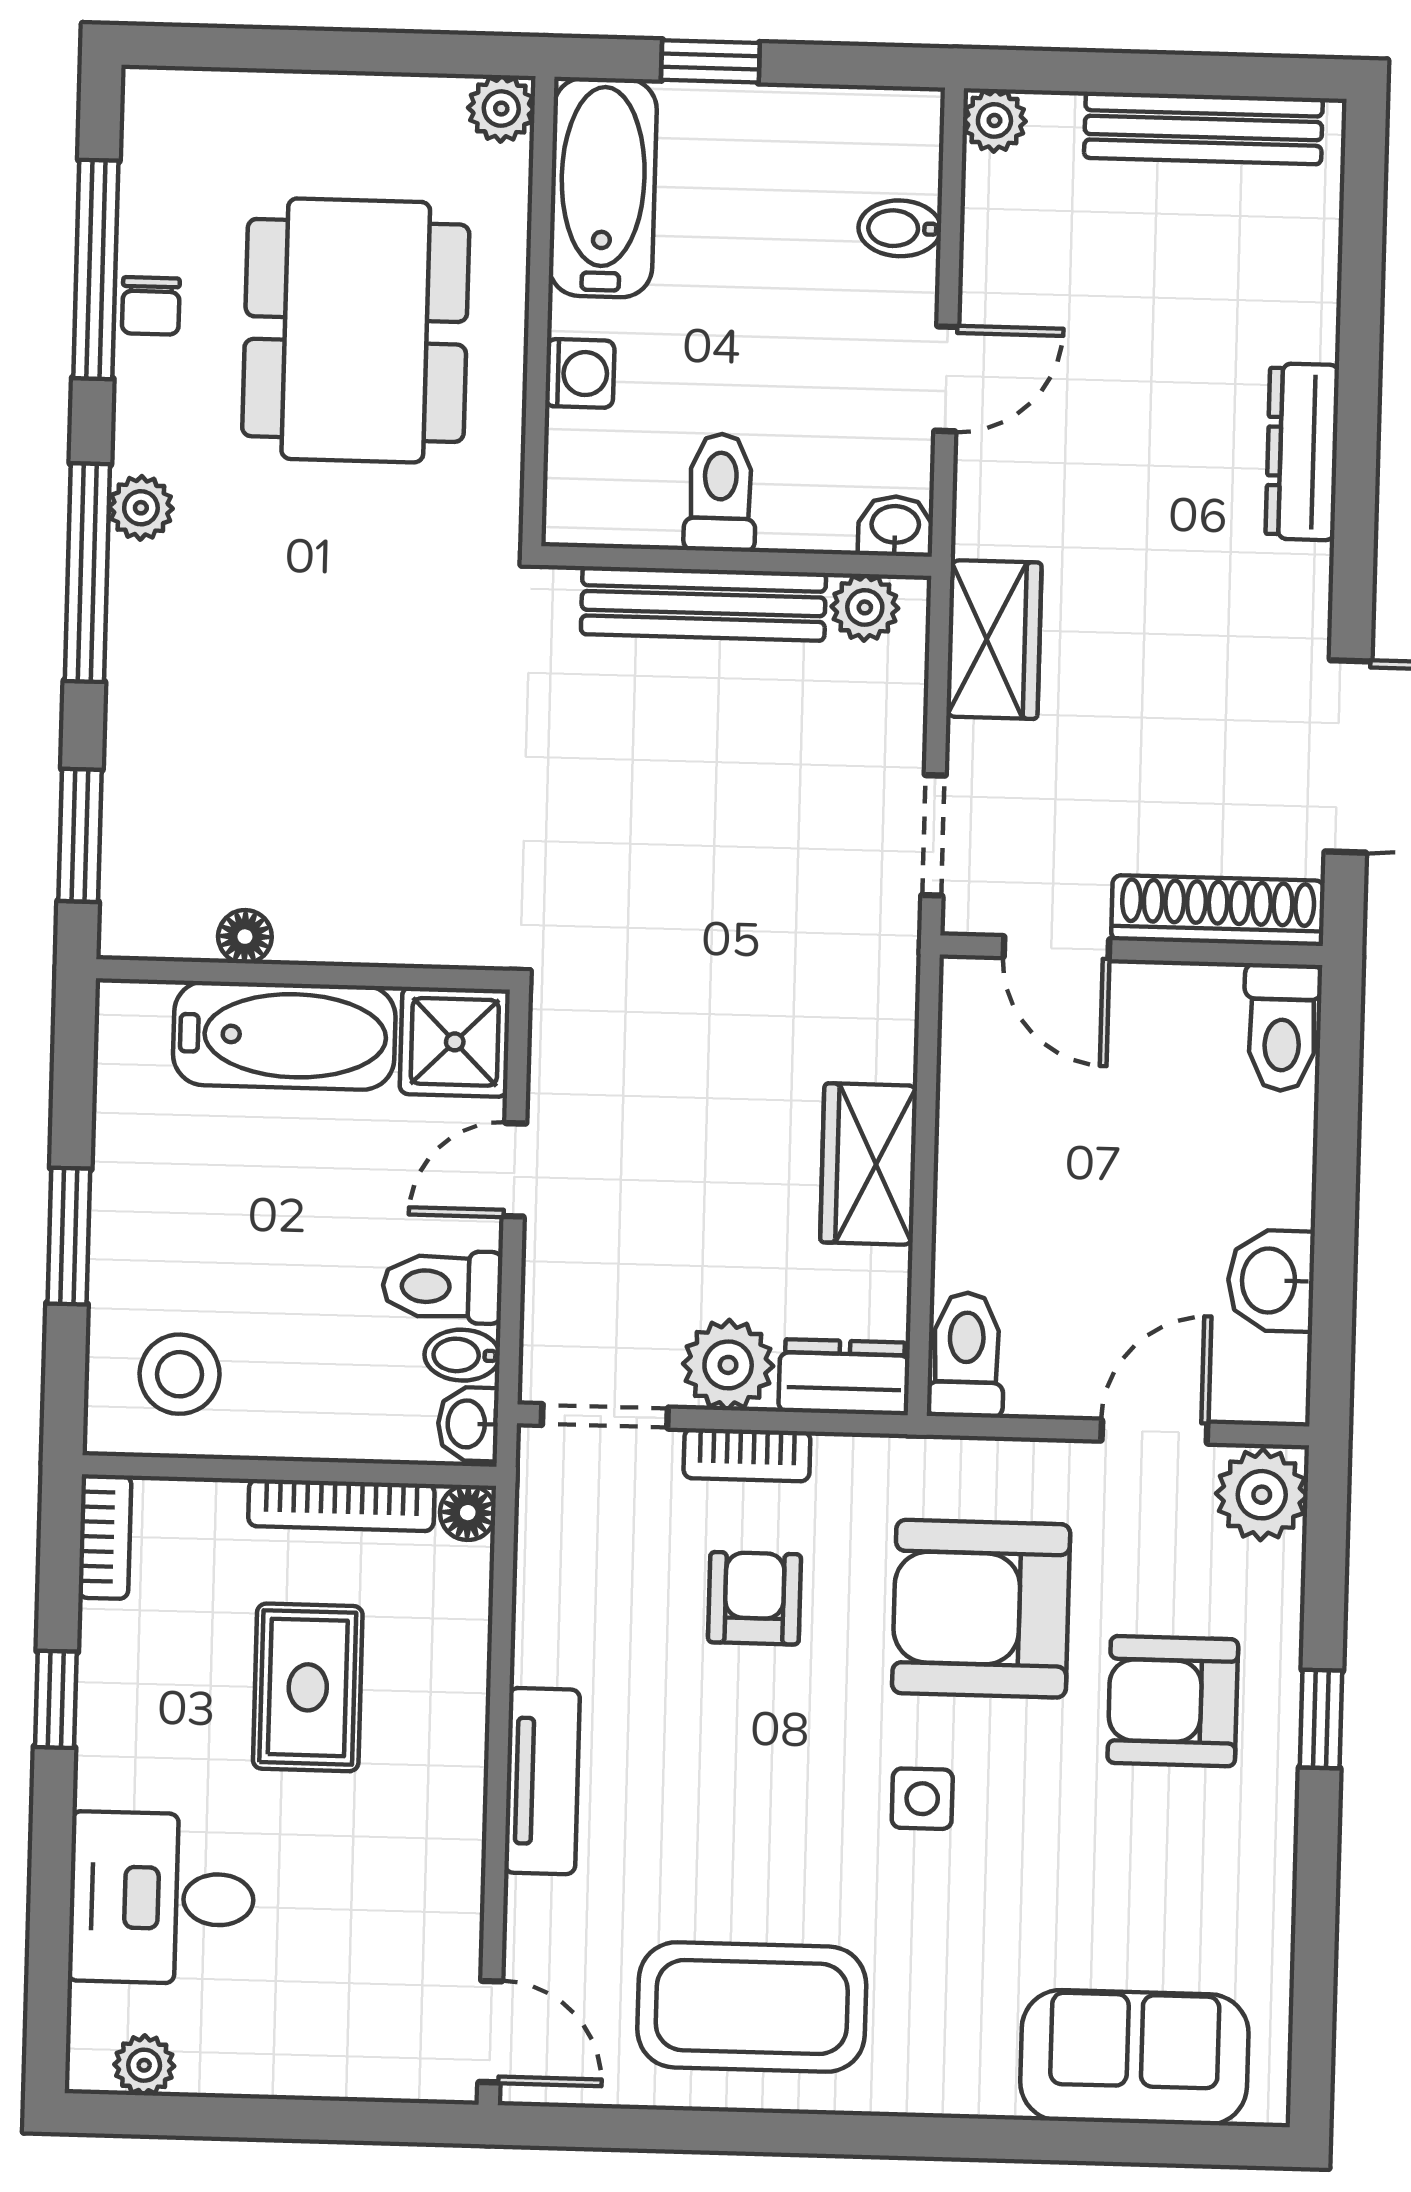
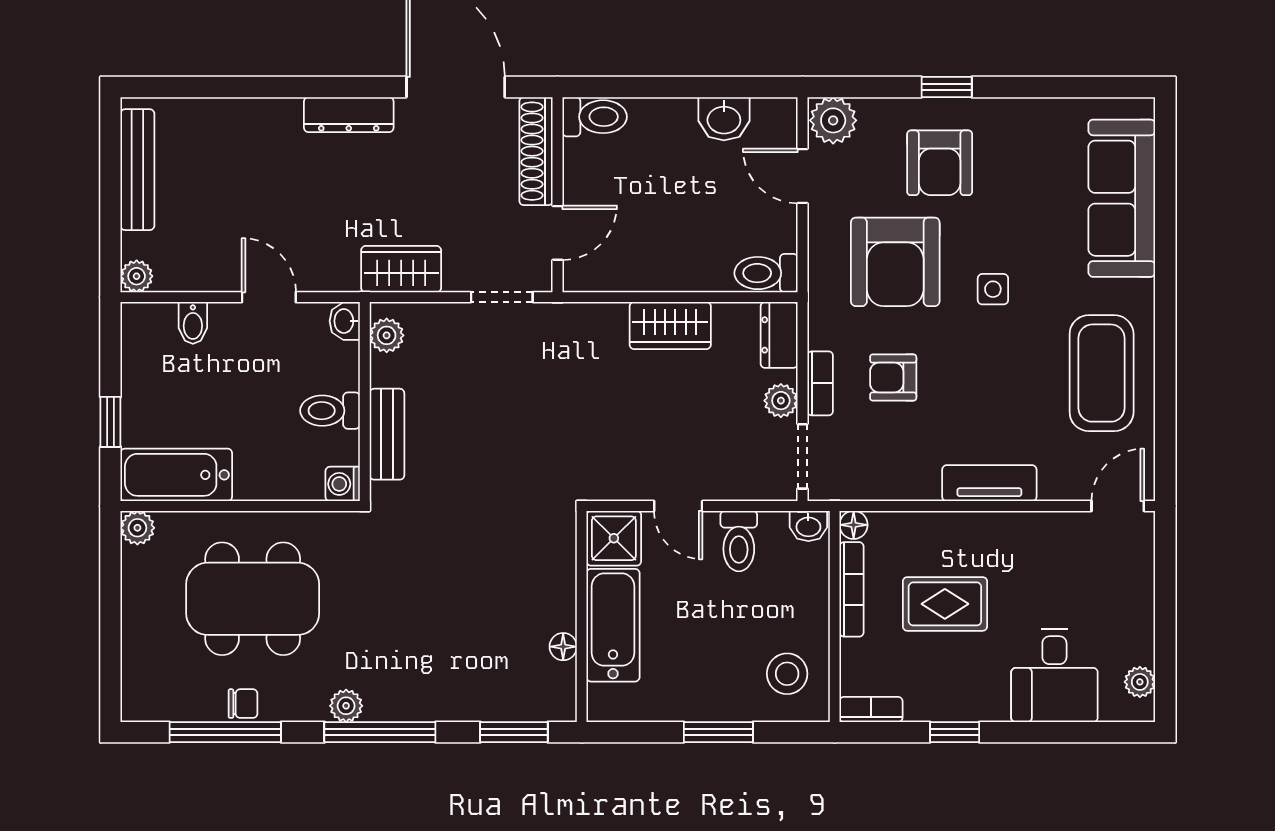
washing machine: (580, 373) -> (343, 484), moved, turned -90
dresser: (1302, 452) -> (349, 115), moved
bench: (703, 604) -> (387, 434), width x0.73
bidet: (462, 1355) -> (773, 530), removed
plant: (728, 1365) -> (781, 401), width x0.73, depth x0.73
sofa: (1134, 2057) -> (1122, 198), width x1.36

